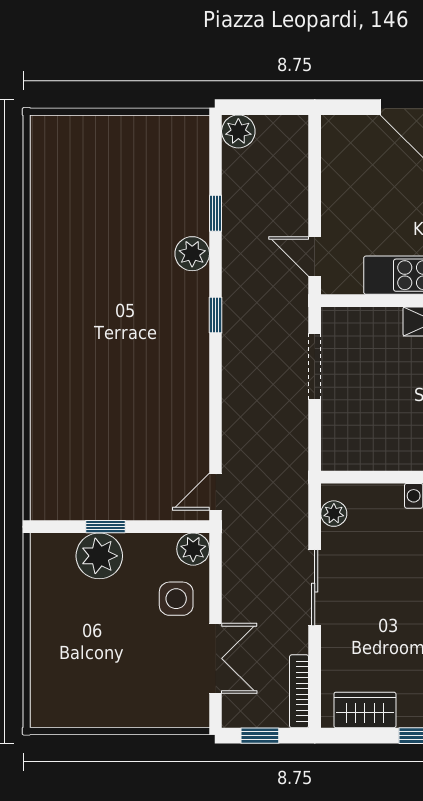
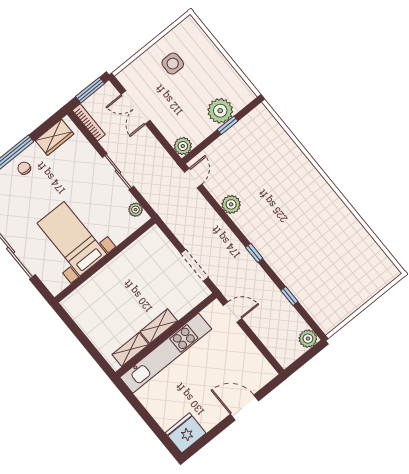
plant: (192, 254) -> (231, 204), moved
side table: (176, 599) -> (173, 64), moved
window: (260, 736) -> (90, 90), width x1.50

